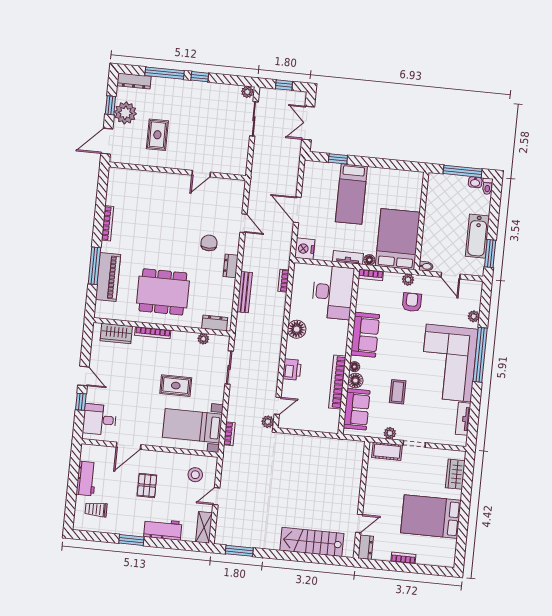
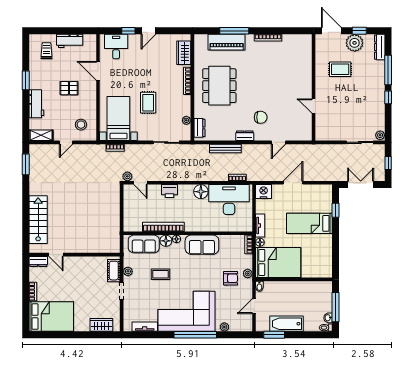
desk: (333, 292) -> (229, 200), moved, turned 180
door: (216, 496) -> (66, 142), swing flipped
bed: (431, 517) -> (51, 317), moved, turned 90

